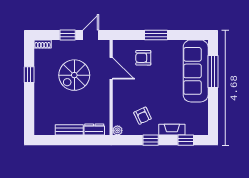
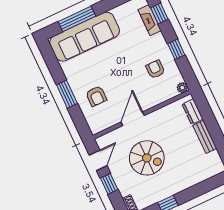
door: (91, 35) -> (98, 160), swing flipped
door: (111, 68) -> (133, 119), moved
armchair: (142, 116) -> (155, 69), turned -65
fireplace: (172, 130) -> (150, 20), moved

